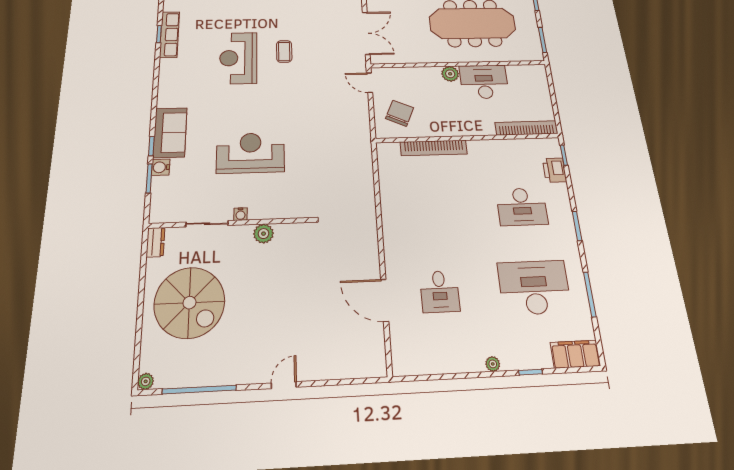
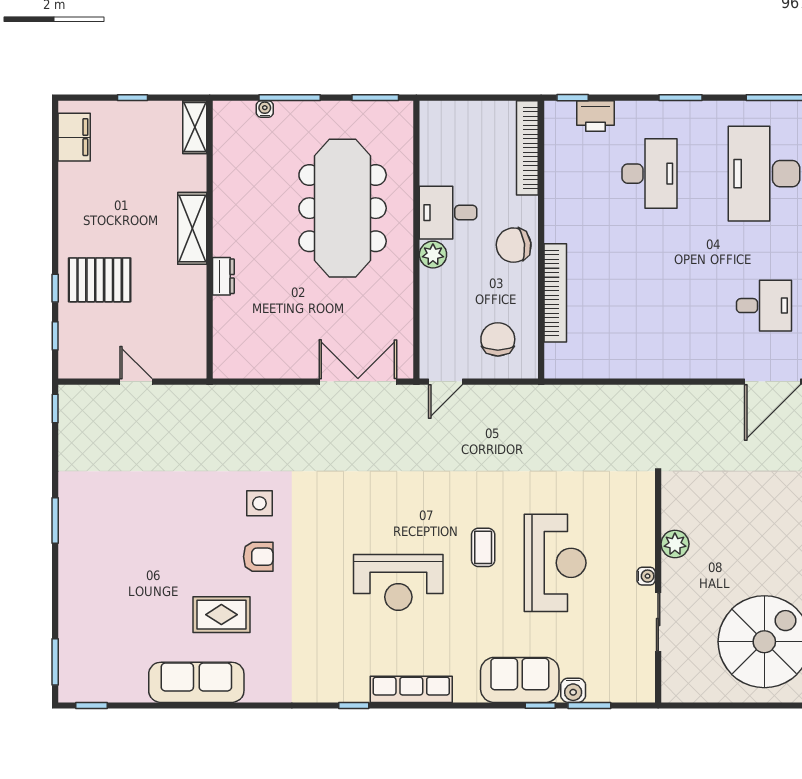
row of seats: (170, 35) -> (411, 689), moved
coffee table: (284, 51) -> (483, 547), moved, turned 90
desk: (484, 82) -> (448, 213), width x0.73
chair: (400, 113) -> (498, 339), turned 66
chair: (462, 121) -> (514, 245), added
reception desk: (250, 153) -> (555, 563), turned 180
dresser: (155, 242) -> (681, 691), removed

